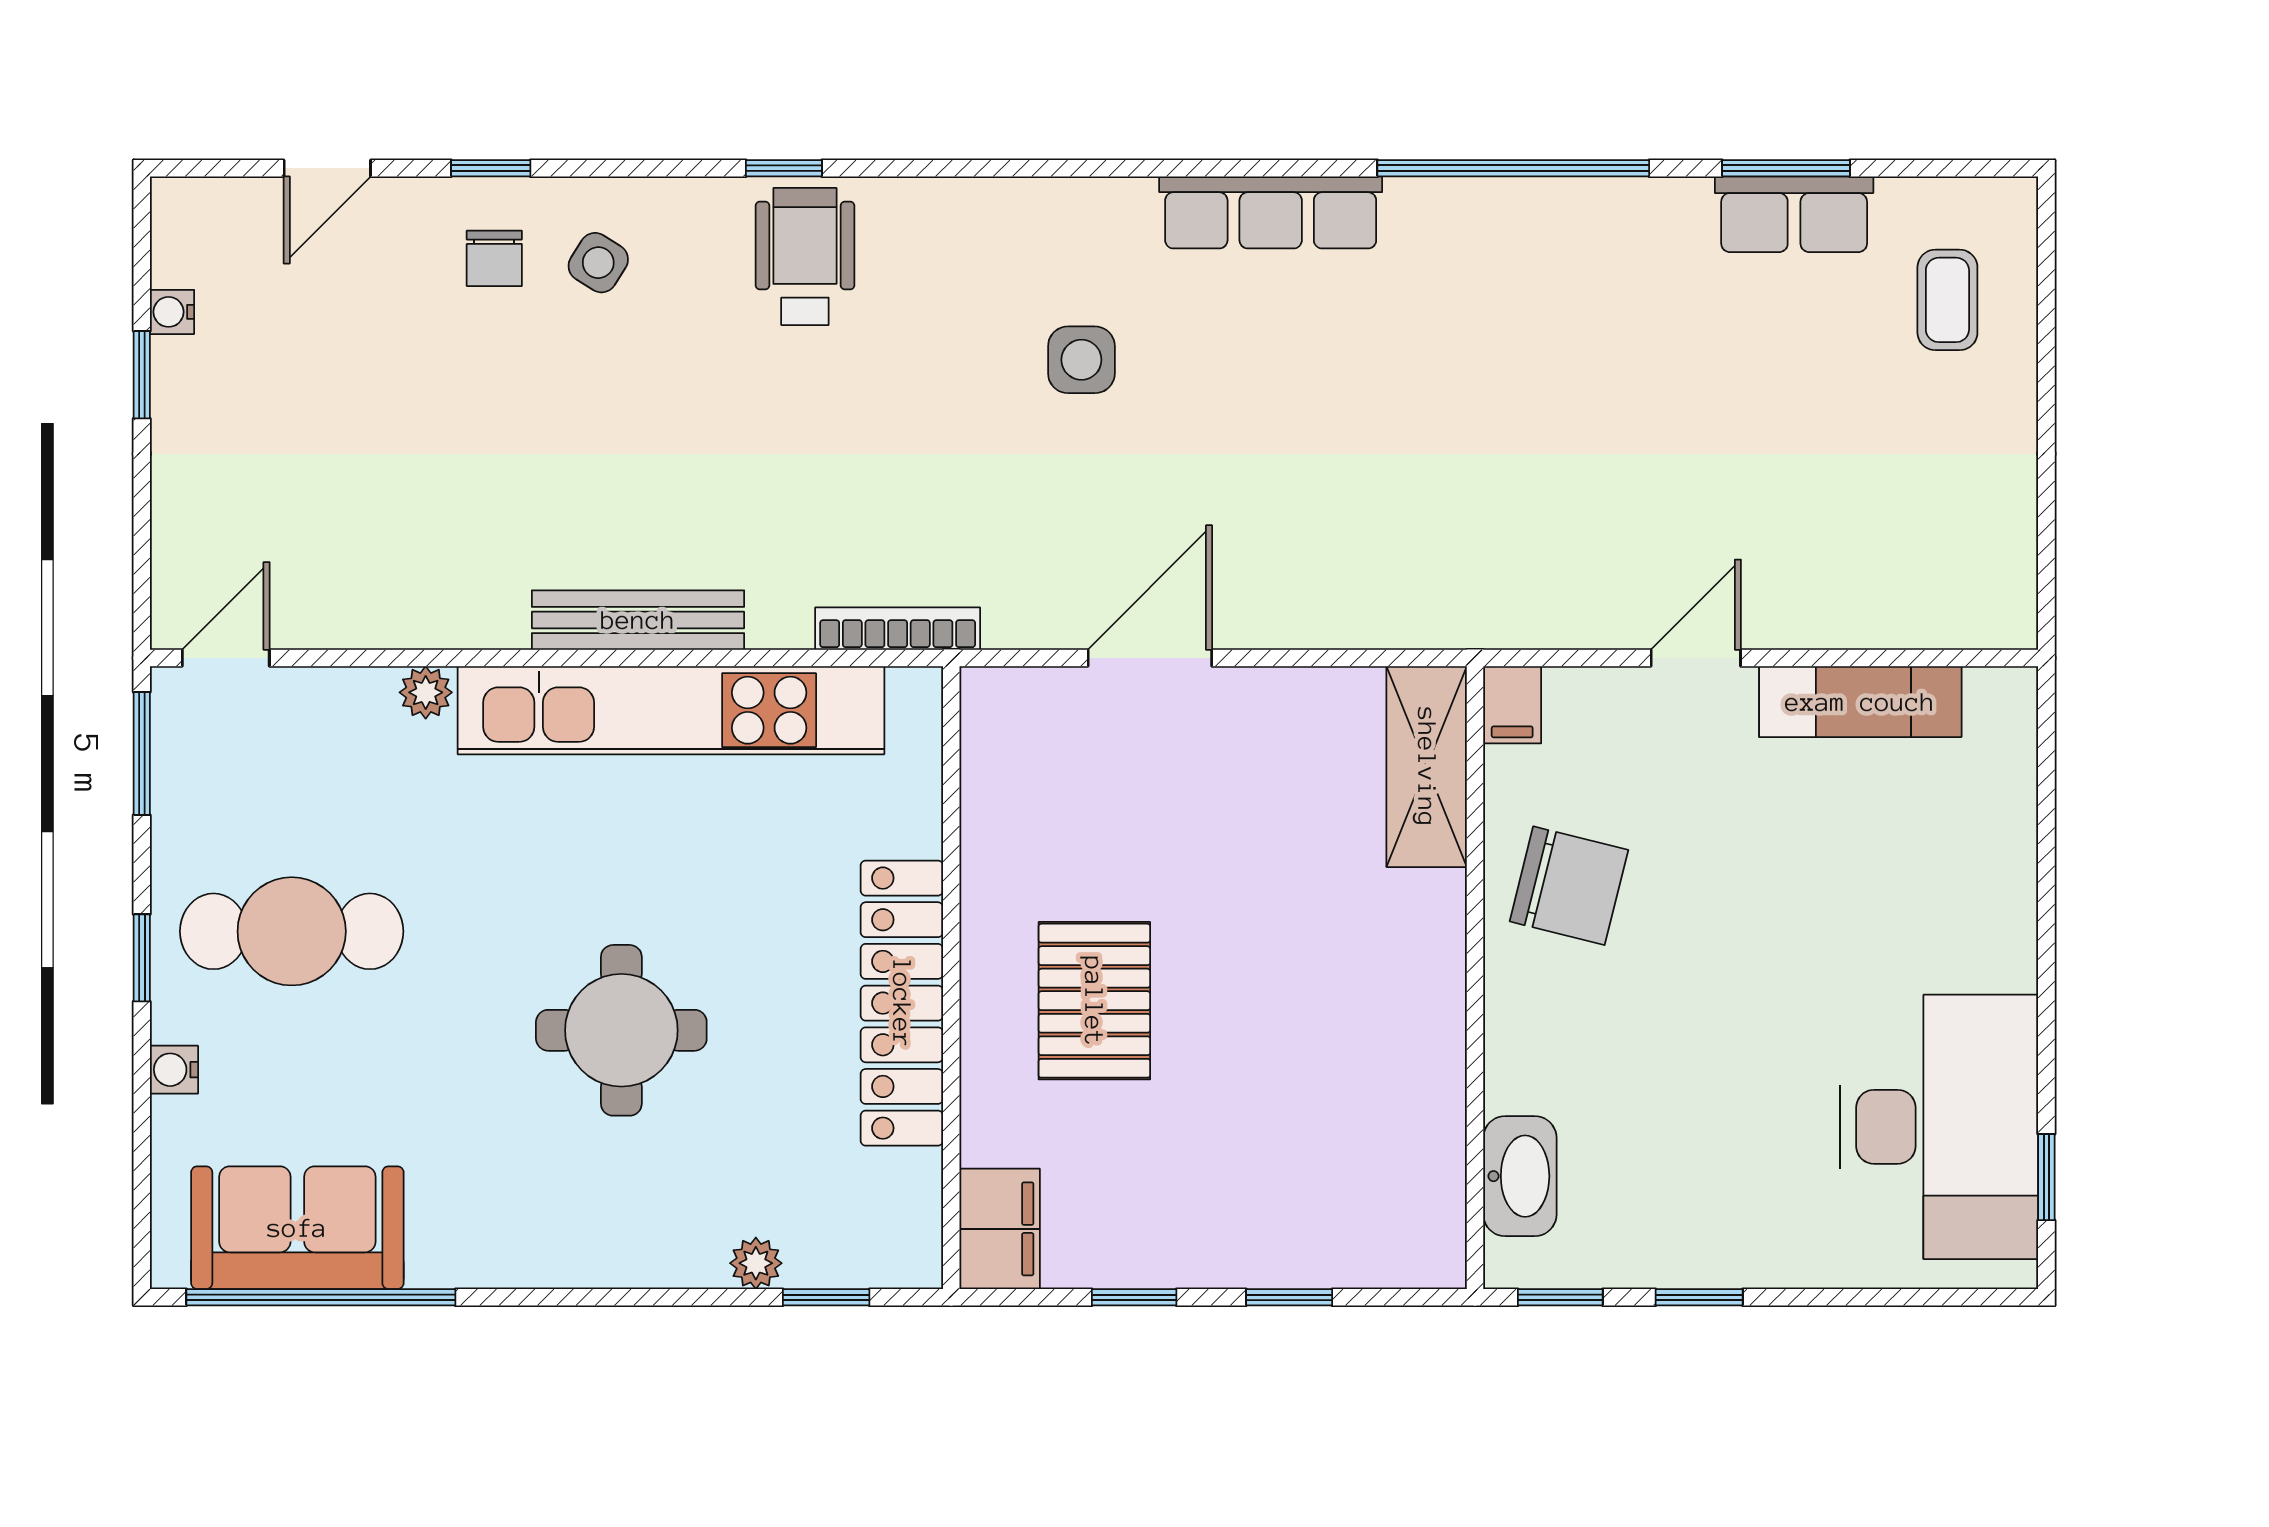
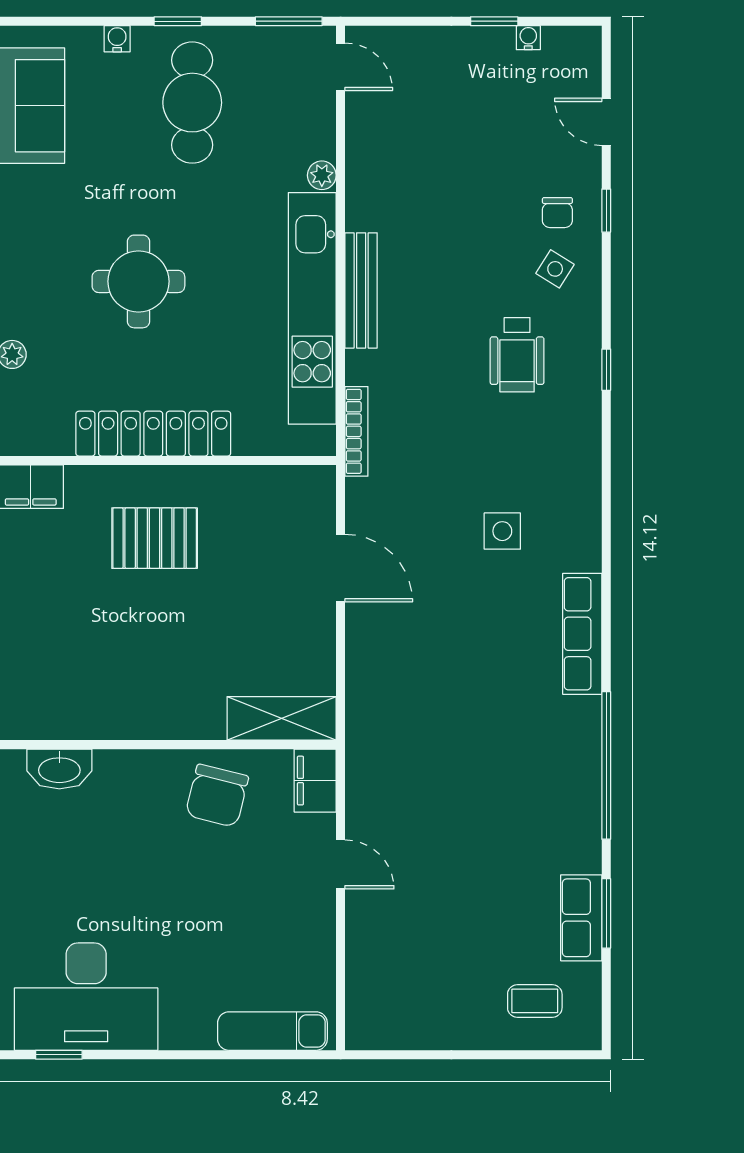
wheelchair: (805, 256) -> (517, 355), moved, turned 90
chair: (494, 258) -> (557, 213), turned -90
exam couch: (1860, 702) -> (272, 1031), moved, turned 90
filing cabinet: (1512, 705) -> (315, 781), width x2.00

